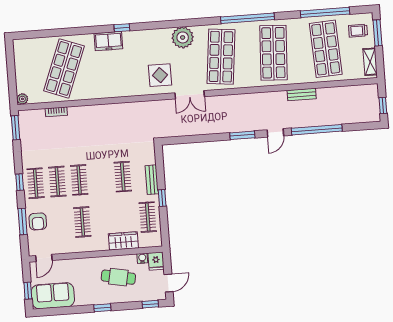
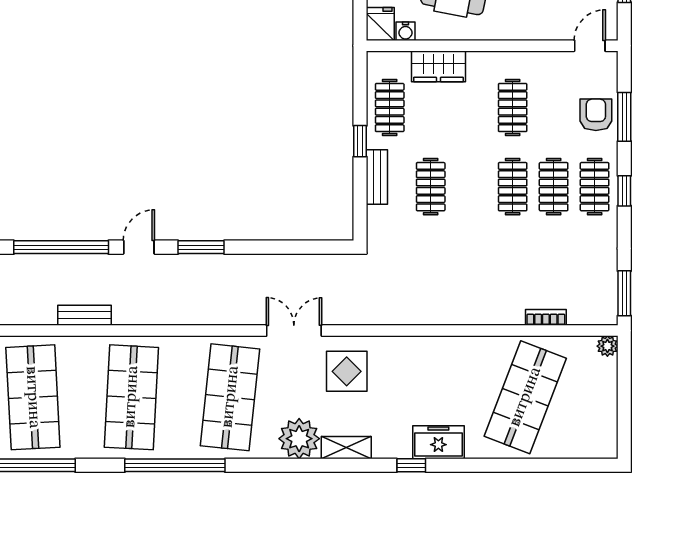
shelving: (157, 35) -> (346, 448), added

